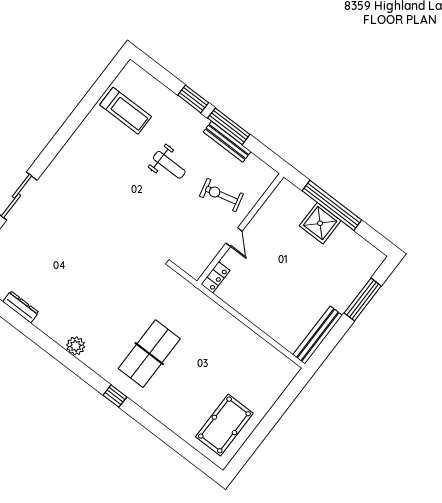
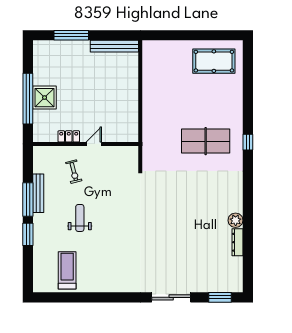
exercise bike: (221, 195) -> (74, 172), width x0.73, depth x0.72
locker: (215, 277) -> (69, 136), moved
plant: (76, 346) -> (236, 220), moved

